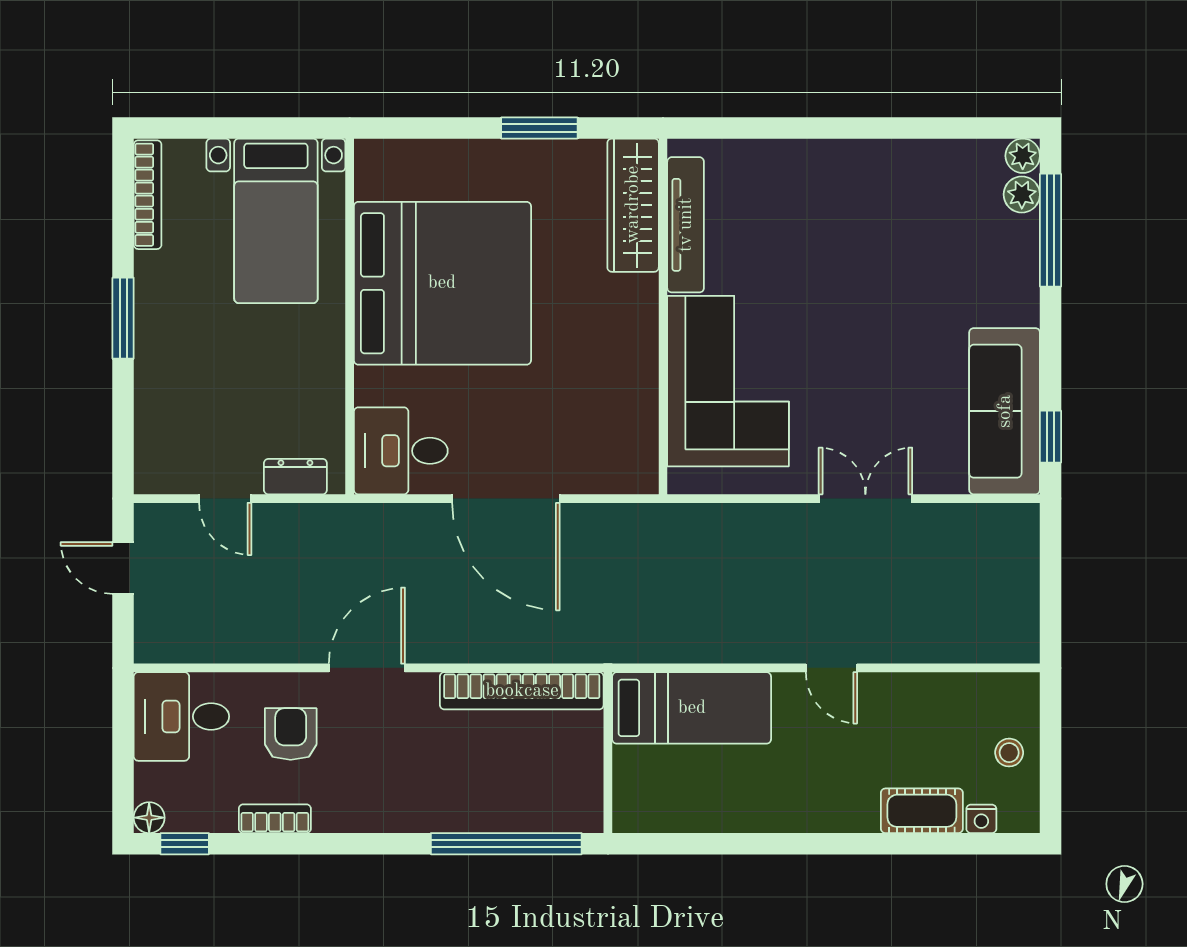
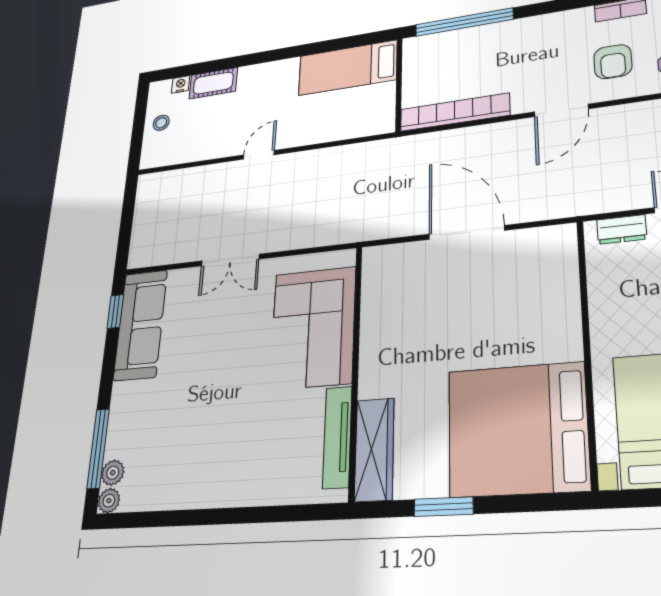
bed: (442, 283) -> (517, 429), moved
desk: (401, 451) -> (543, 256), removed
door: (831, 668) -> (259, 155), hinge flipped
bed: (692, 708) -> (348, 68), moved

